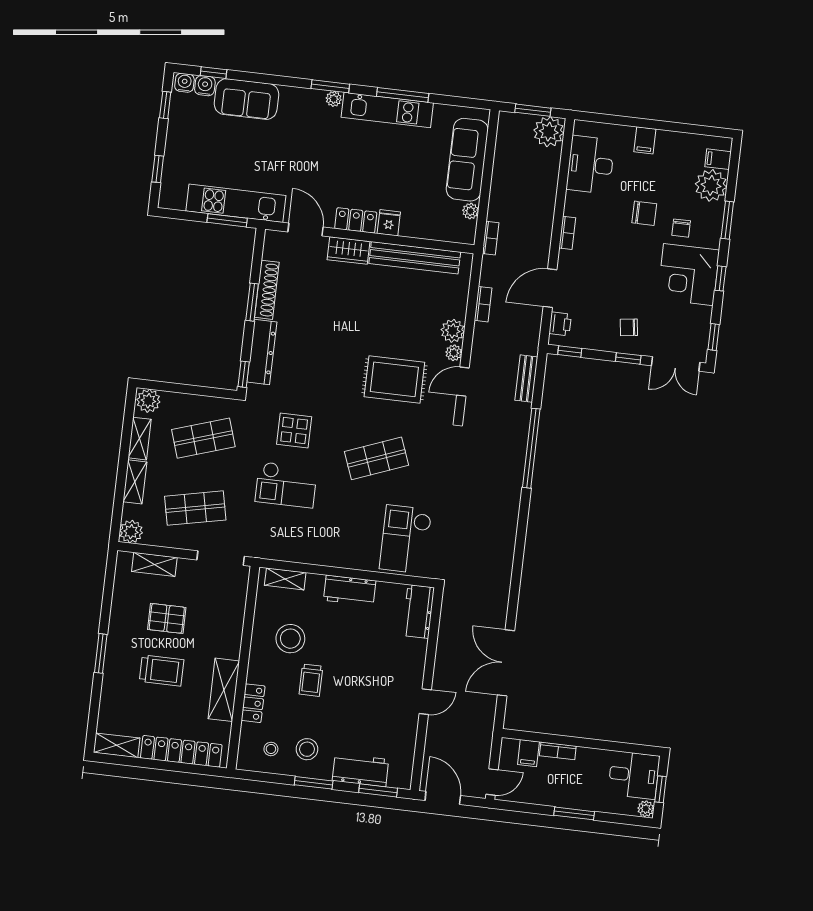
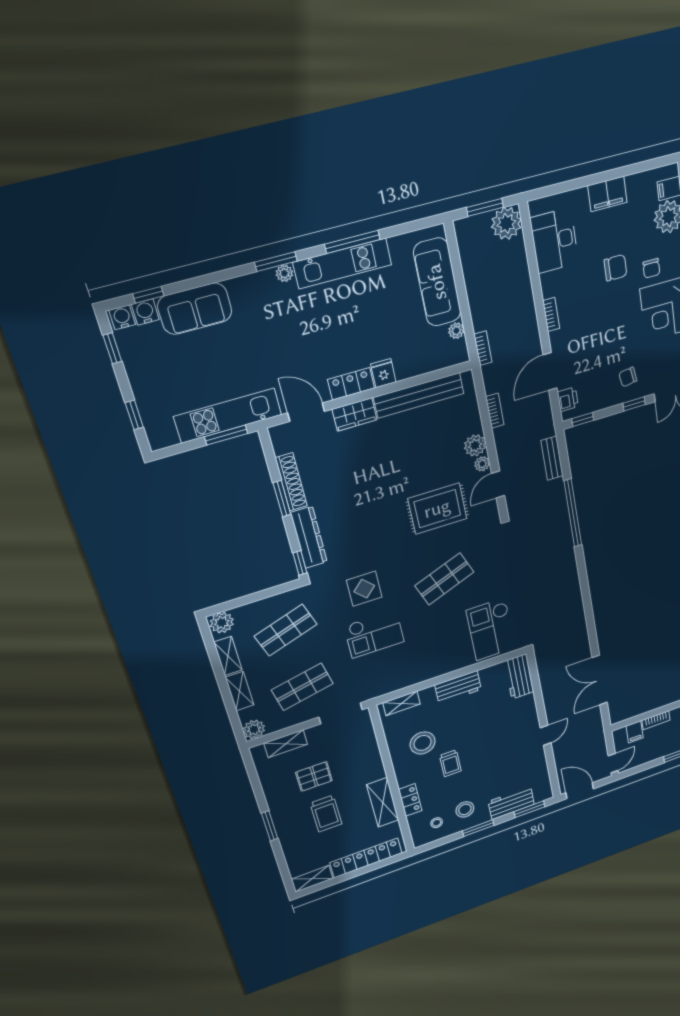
filing cabinet: (645, 140) -> (607, 194), width x2.00
trolley: (162, 671) -> (326, 813), turned 90

